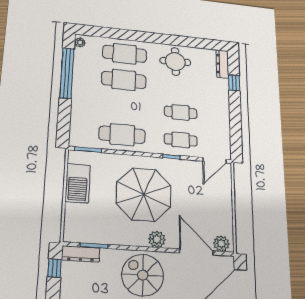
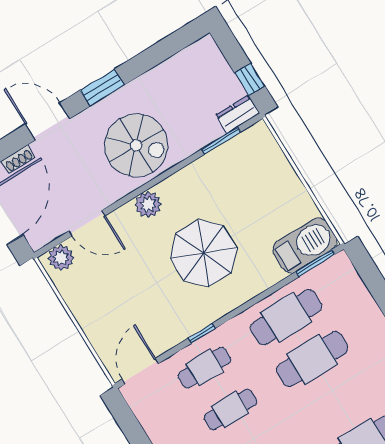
cafe table: (124, 80) -> (312, 359), moved
barbecue: (78, 183) -> (305, 245), moved, turned 90
parasol: (144, 194) -> (204, 253), width x0.73, depth x0.73
door: (196, 252) -> (87, 223), width x0.73
dresser: (81, 254) -> (238, 114), width x0.70

